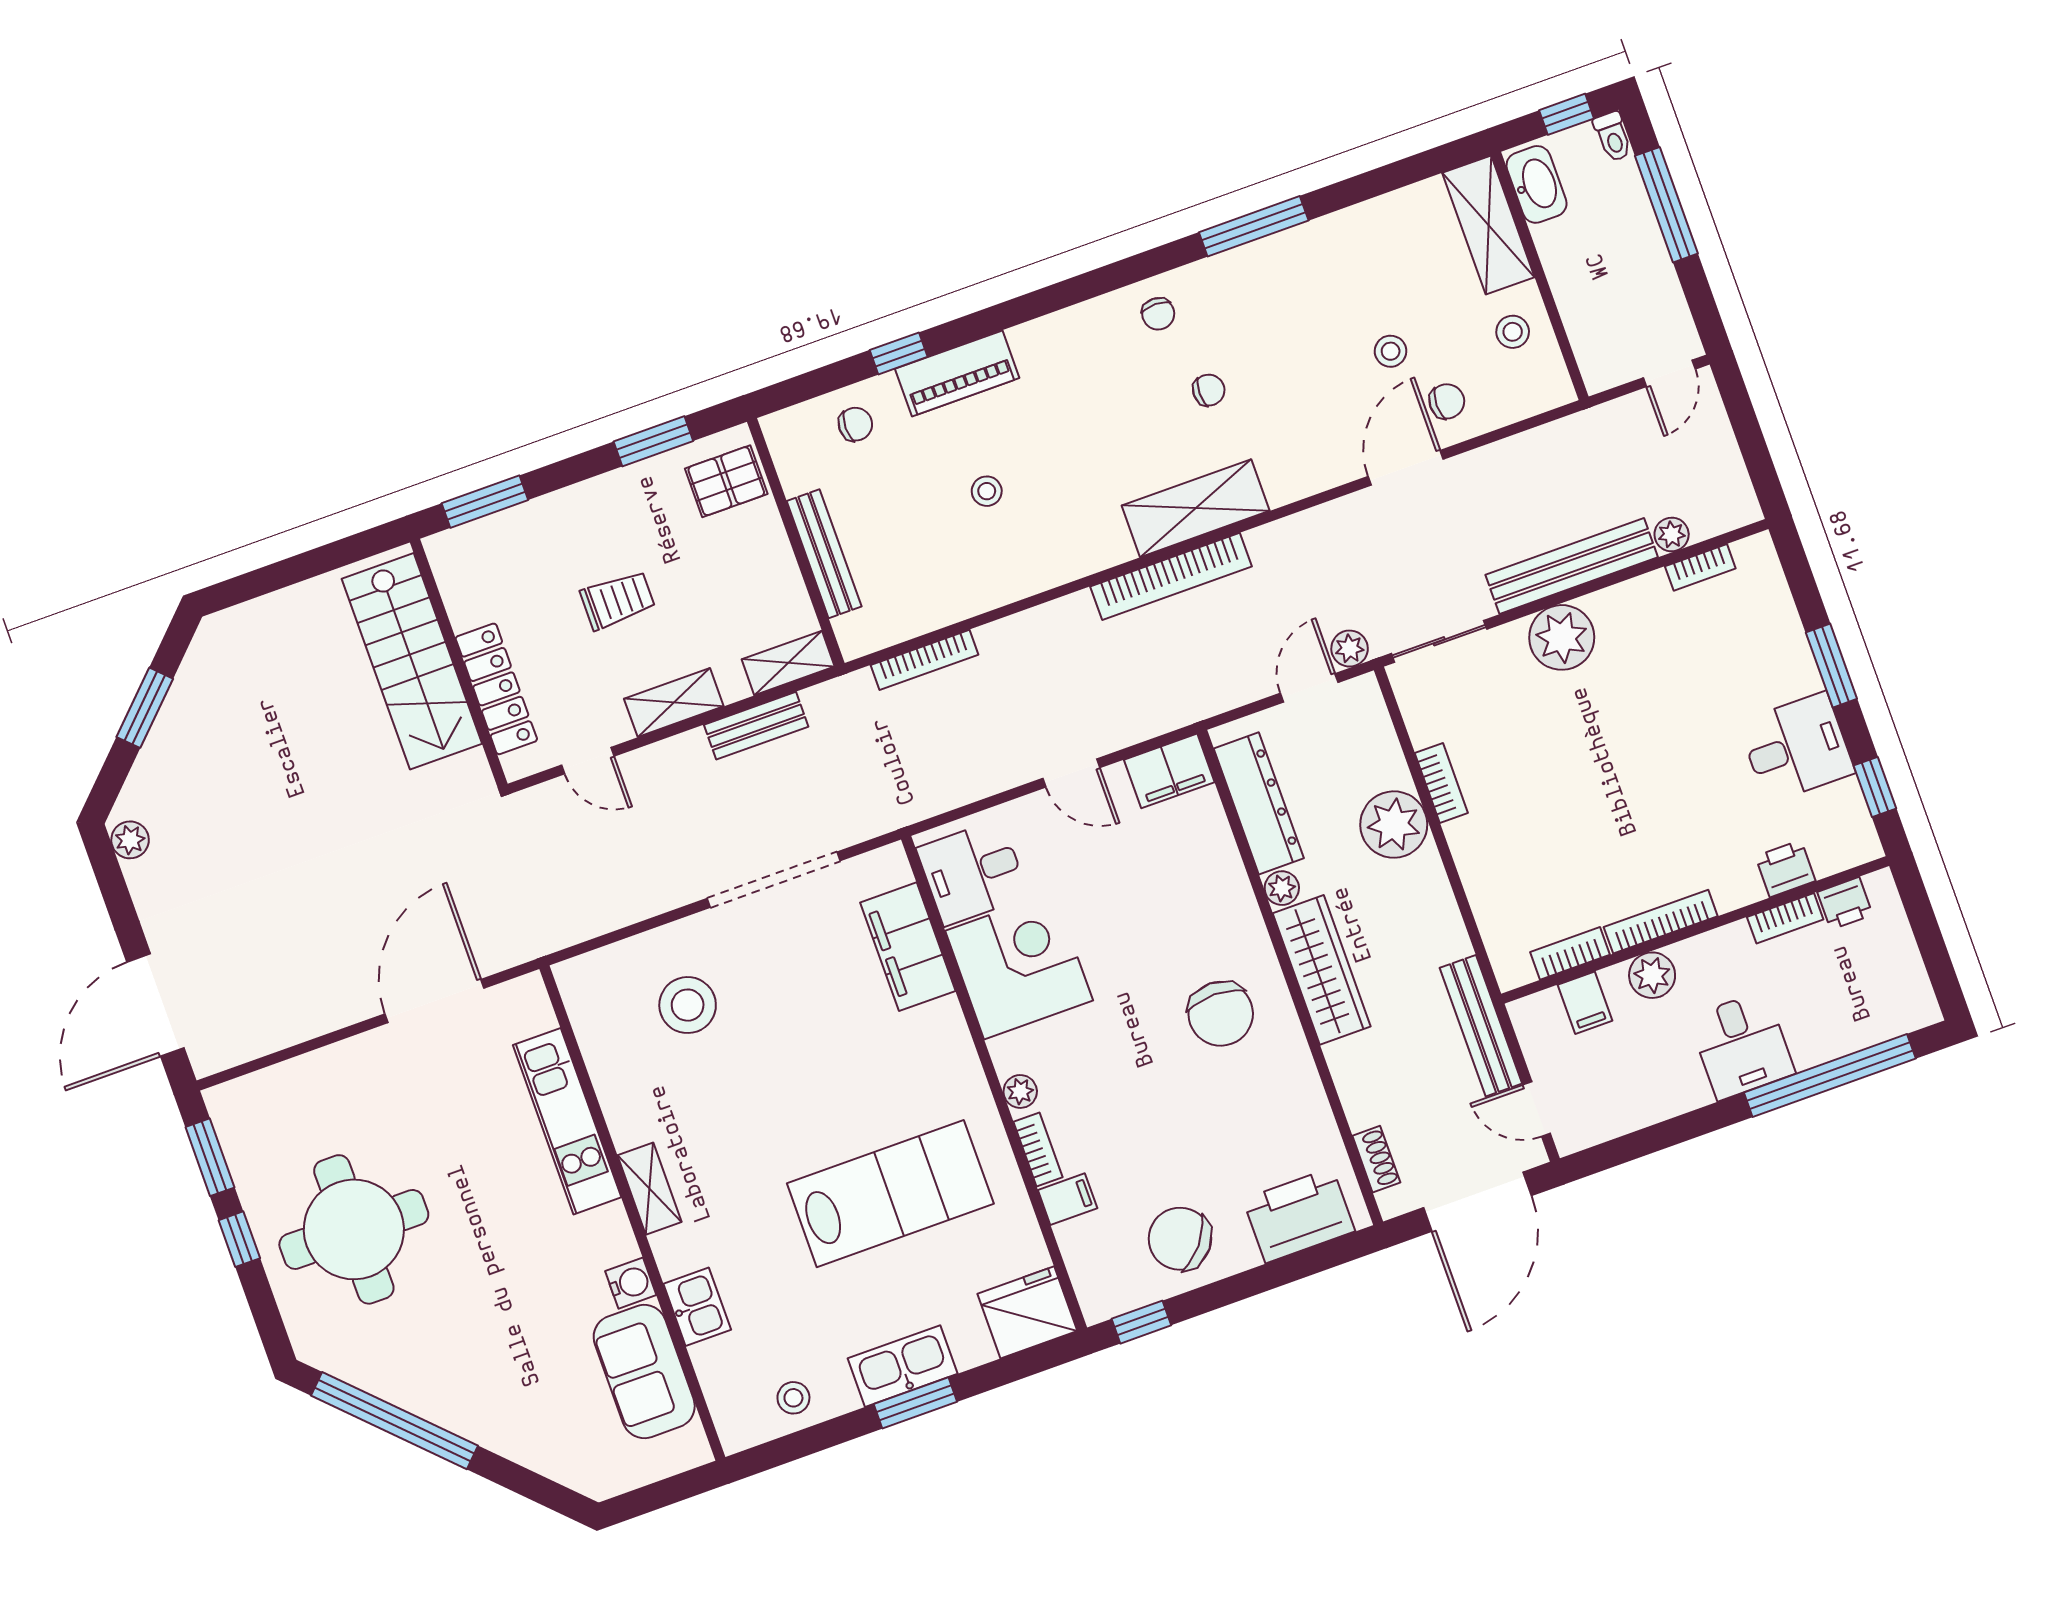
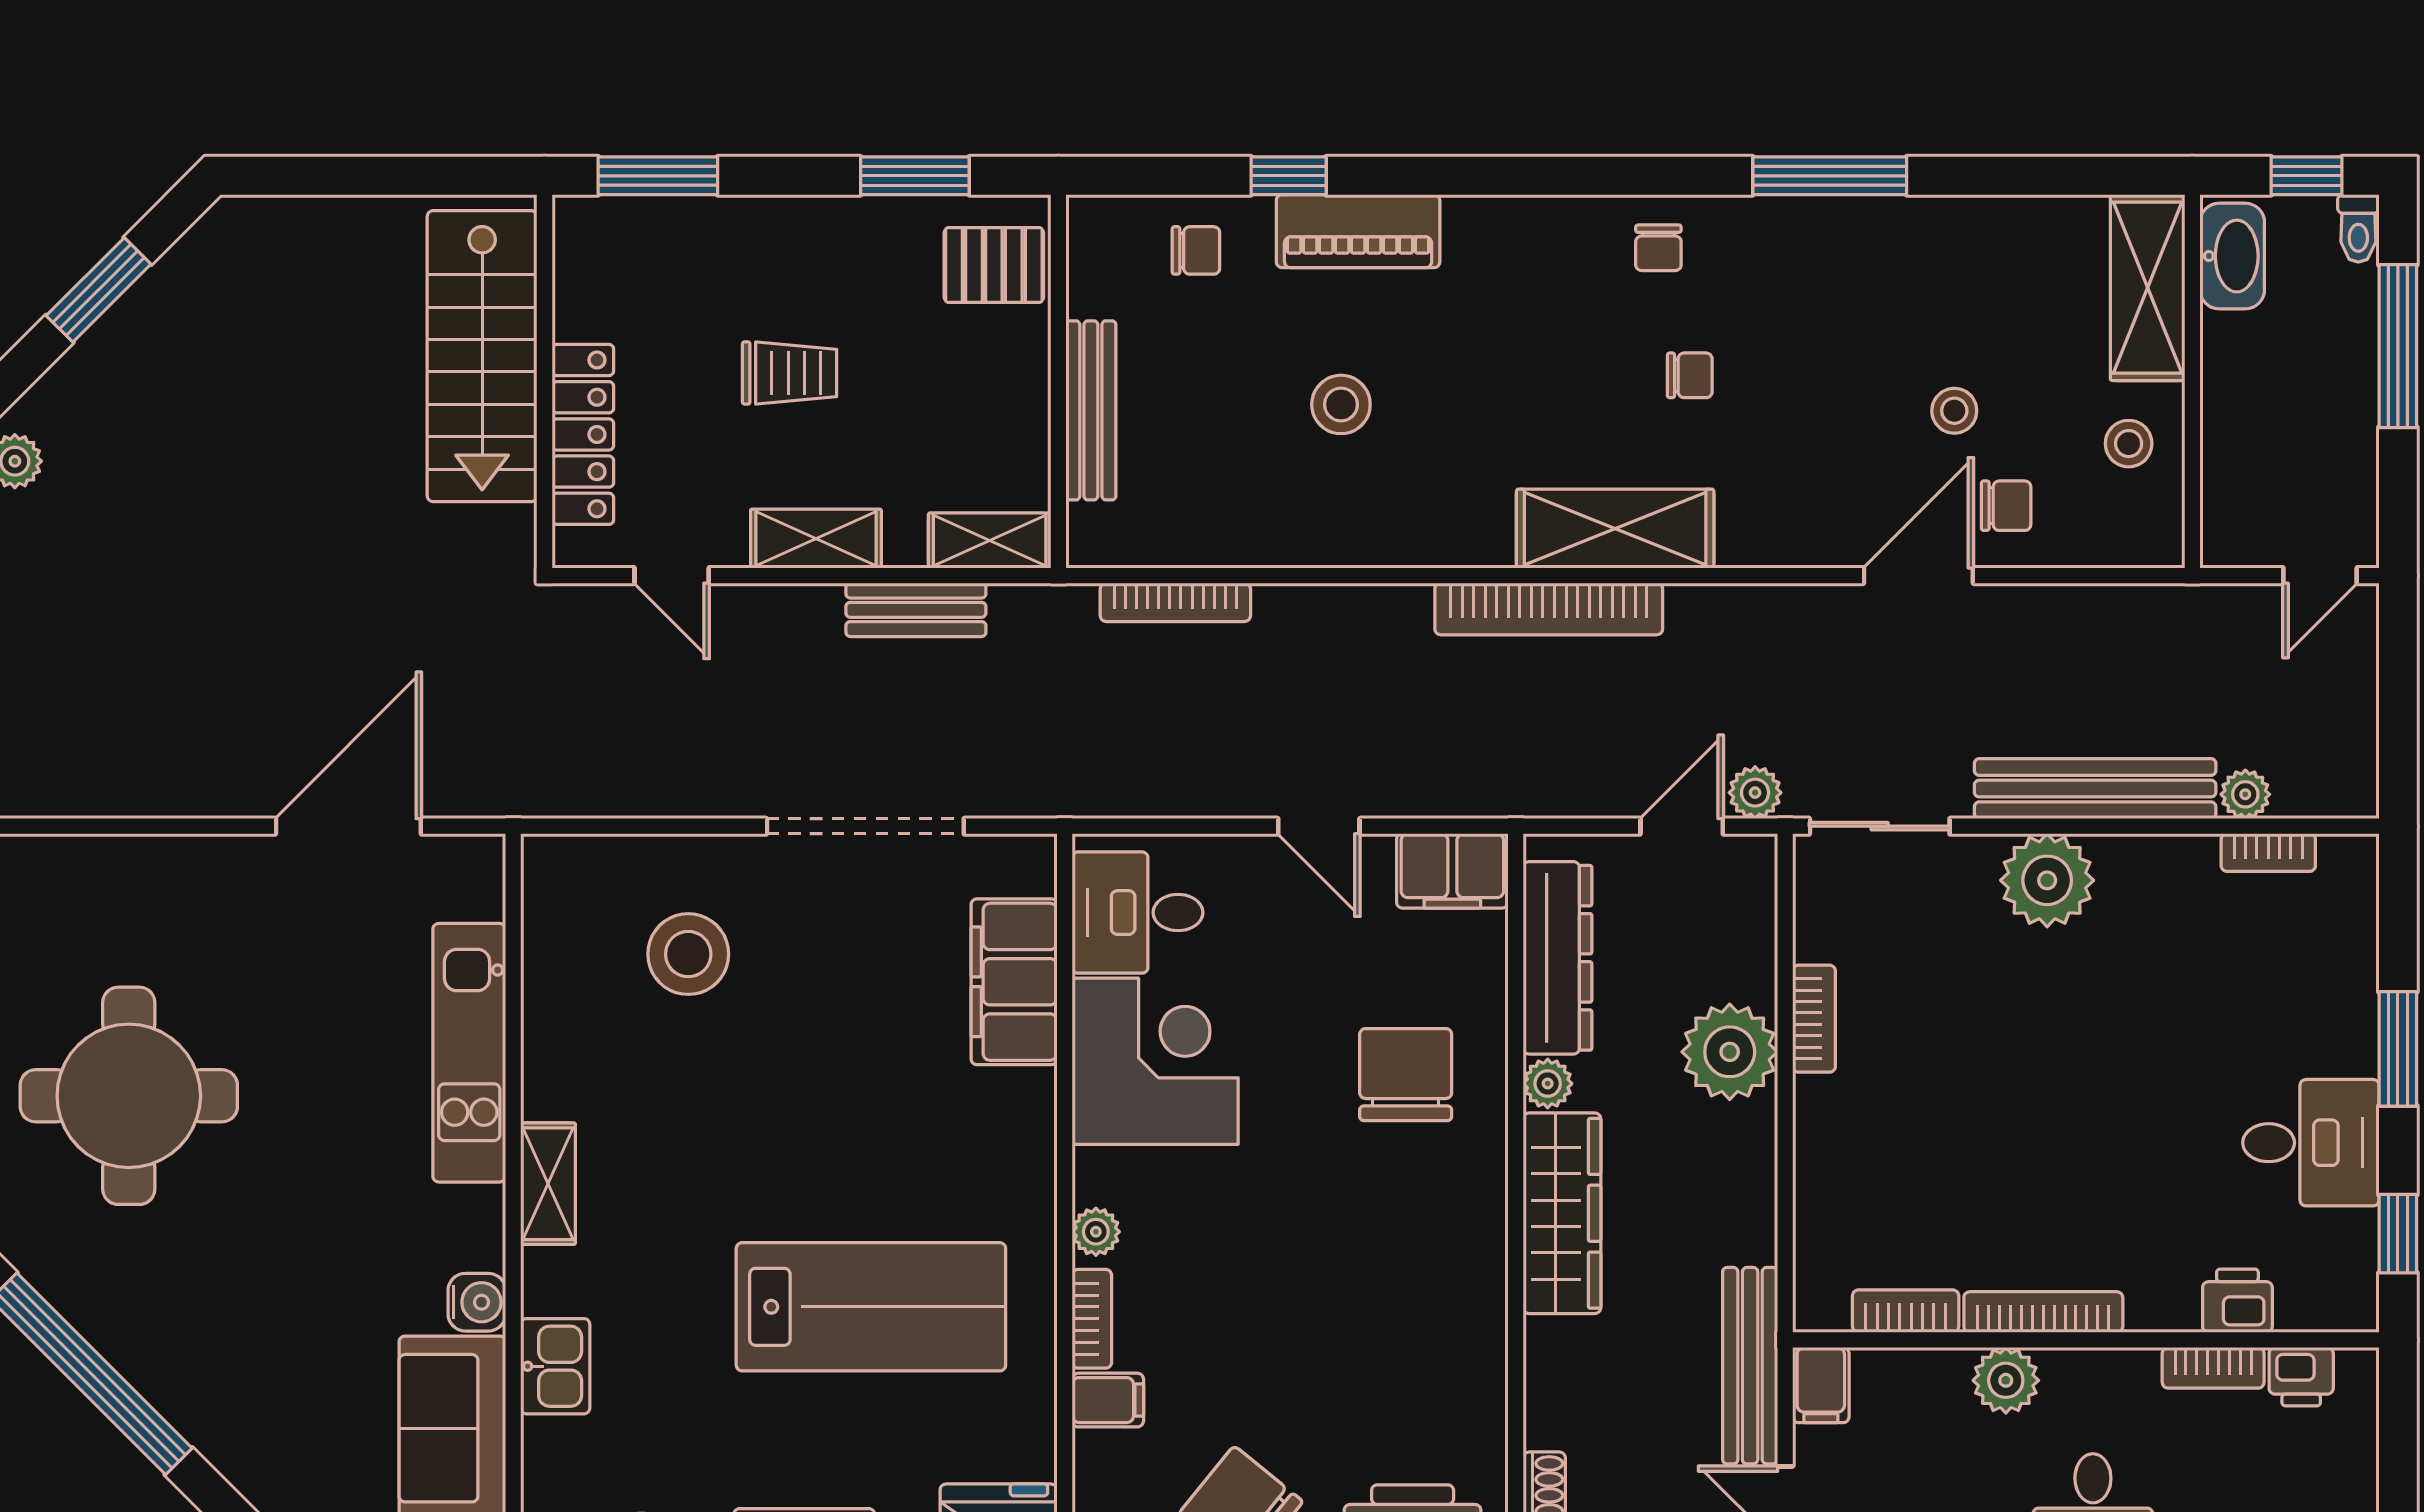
stool: (987, 491) -> (1341, 404), width x1.37, depth x1.37
filing cabinet: (1585, 1003) -> (1821, 1385), moved
chair: (1221, 1014) -> (1406, 1075), moved, turned 180

